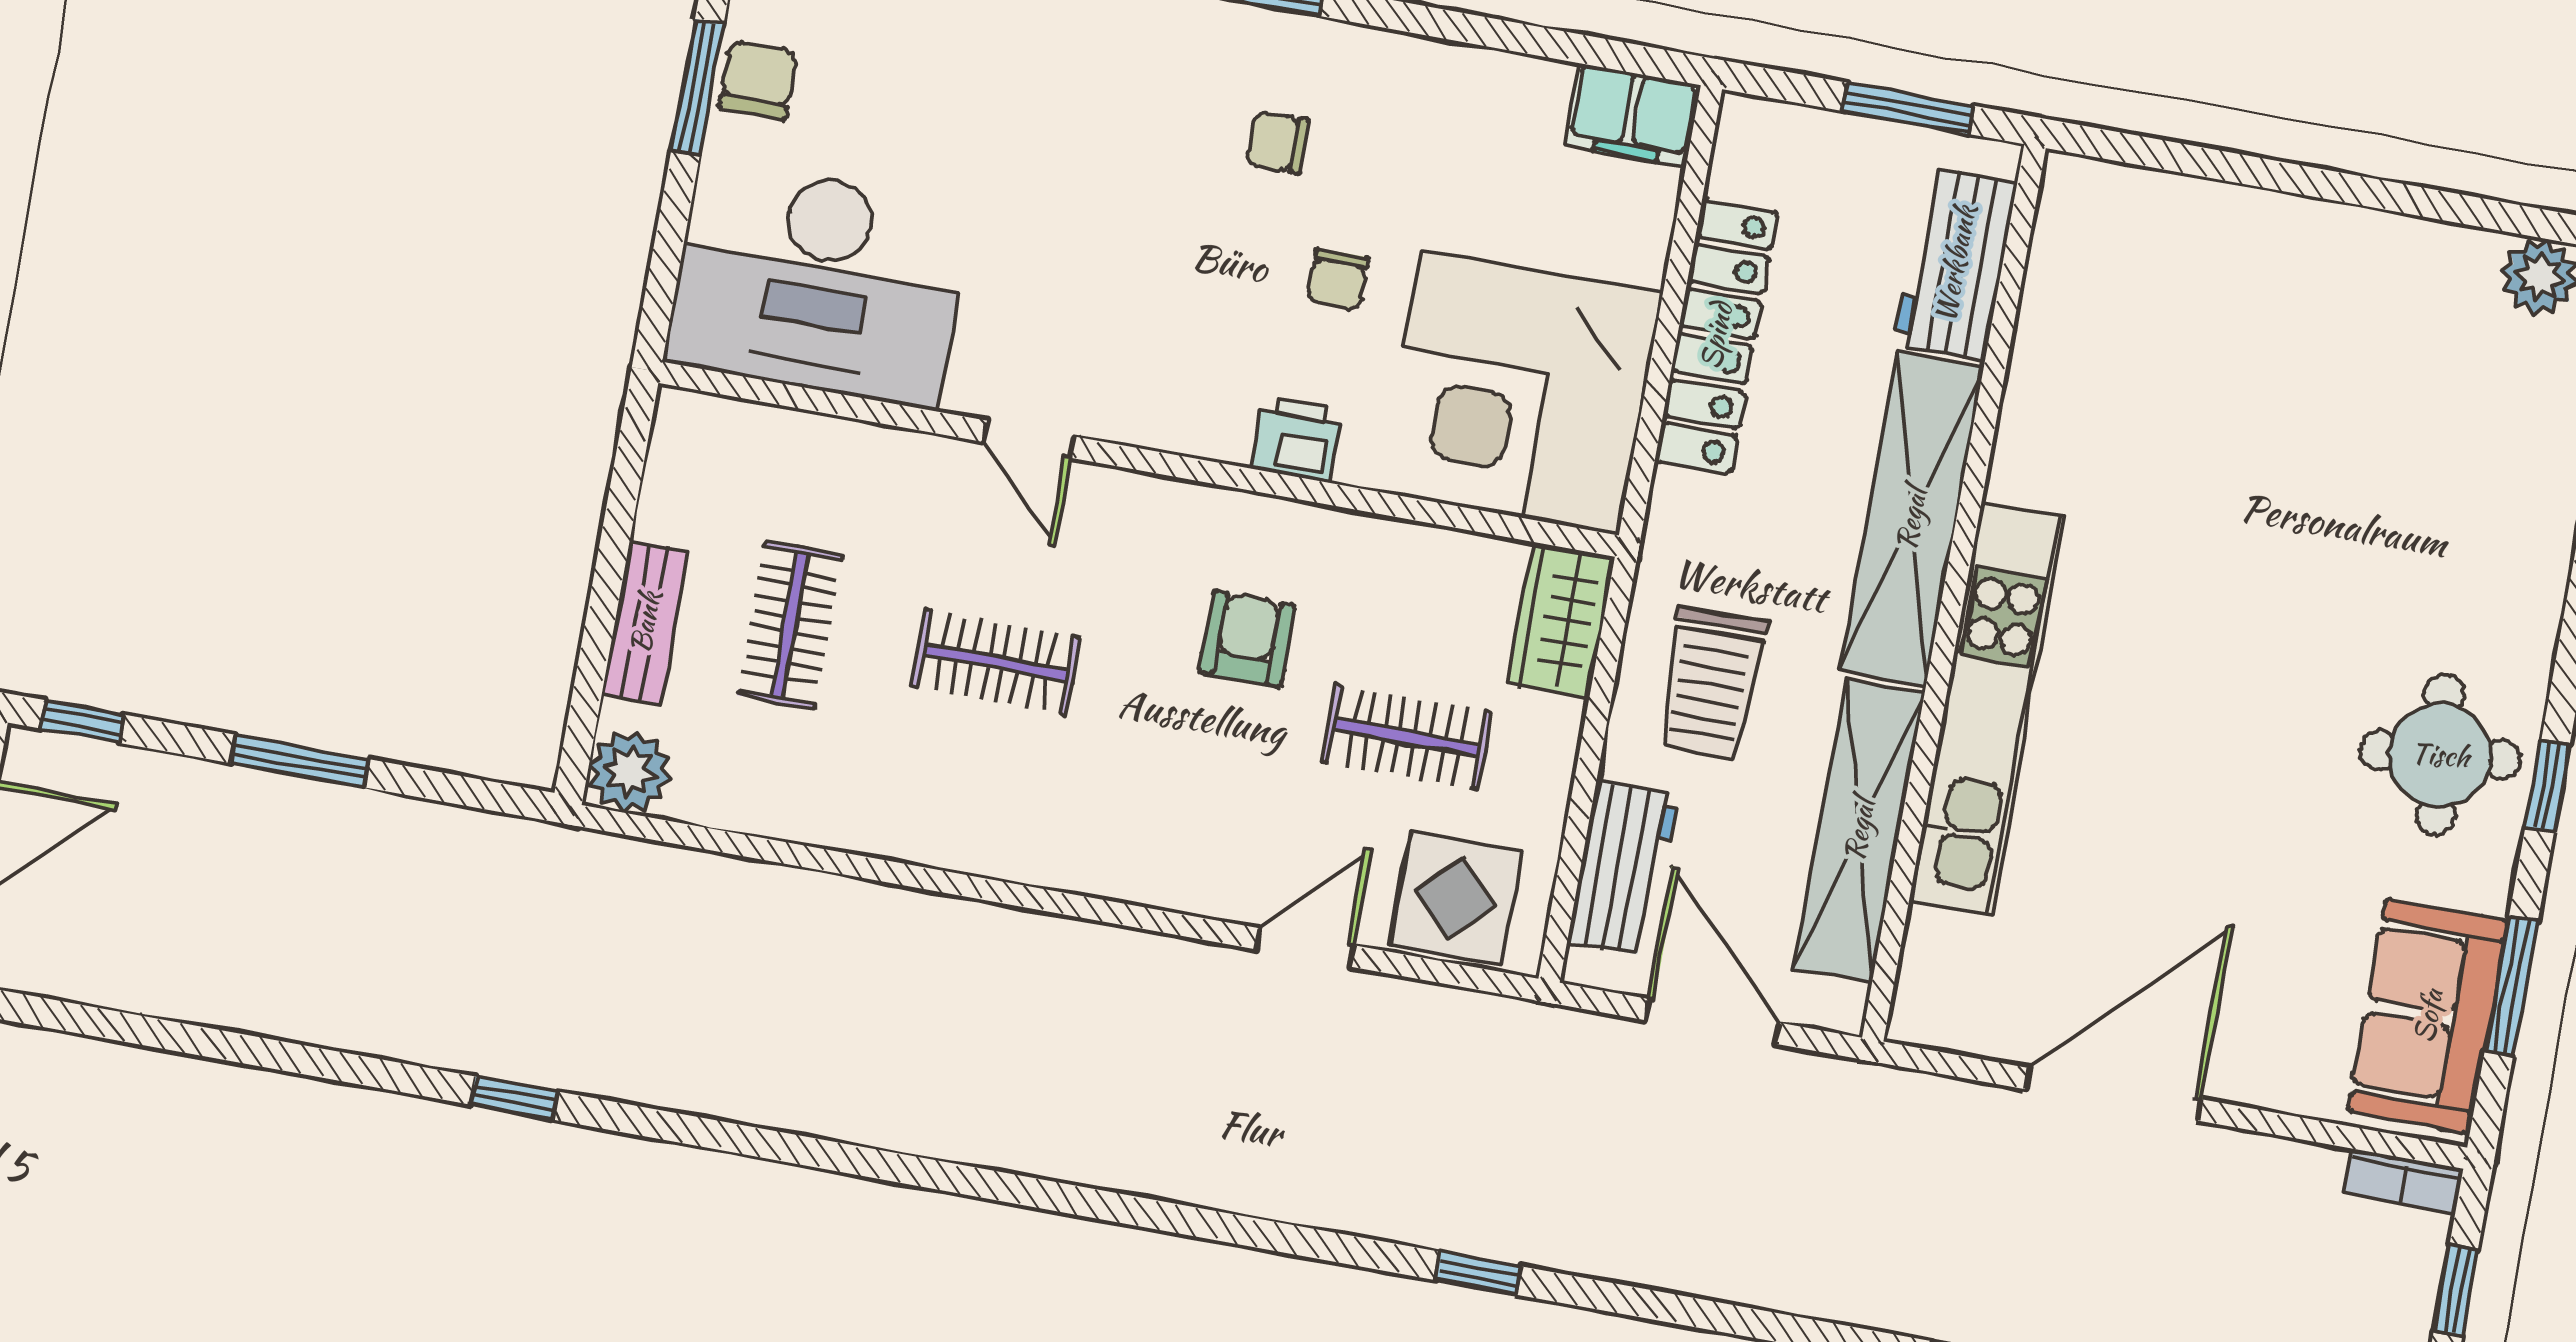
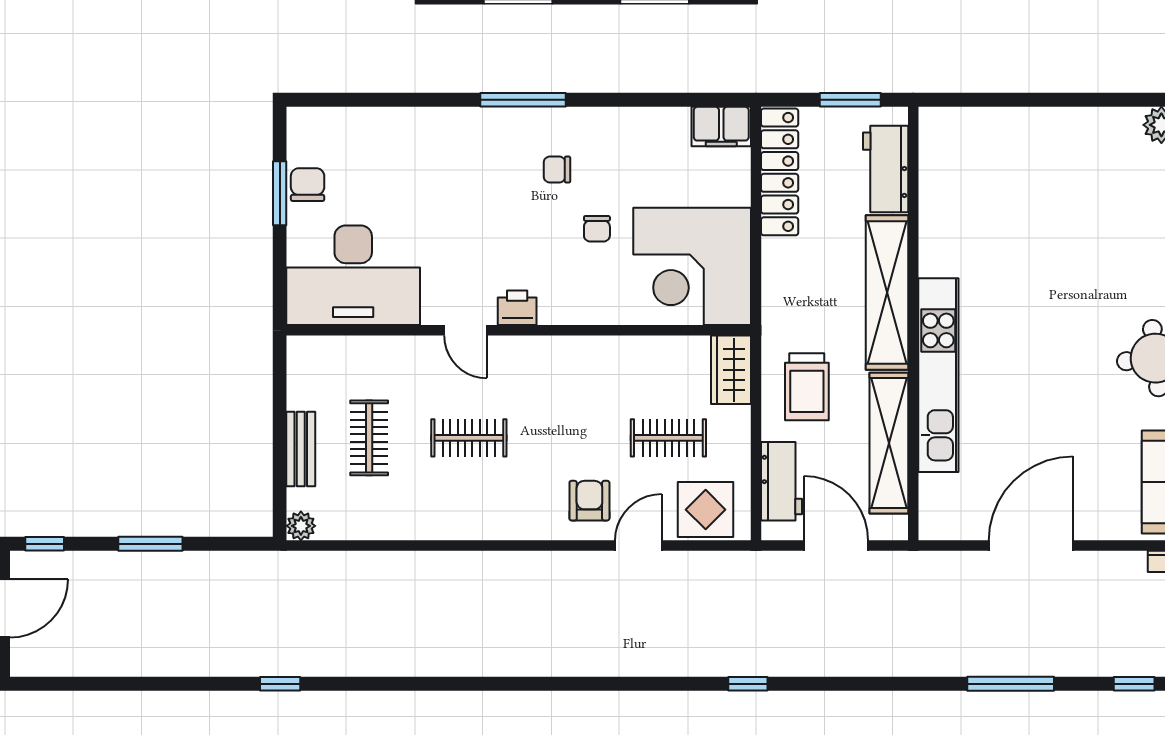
locker: (1716, 336) -> (780, 172), moved
printer: (1296, 440) -> (517, 308), moved
armchair: (1247, 639) -> (589, 501), moved
plant: (630, 771) -> (301, 526), width x0.73, depth x0.73

